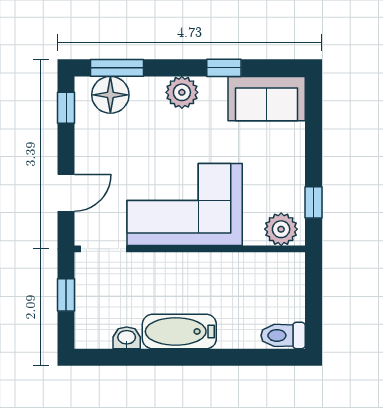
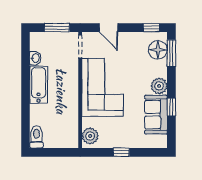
sofa: (267, 99) -> (156, 115), moved
window: (314, 202) -> (121, 152), moved
window: (66, 295) -> (57, 28), width x1.50

